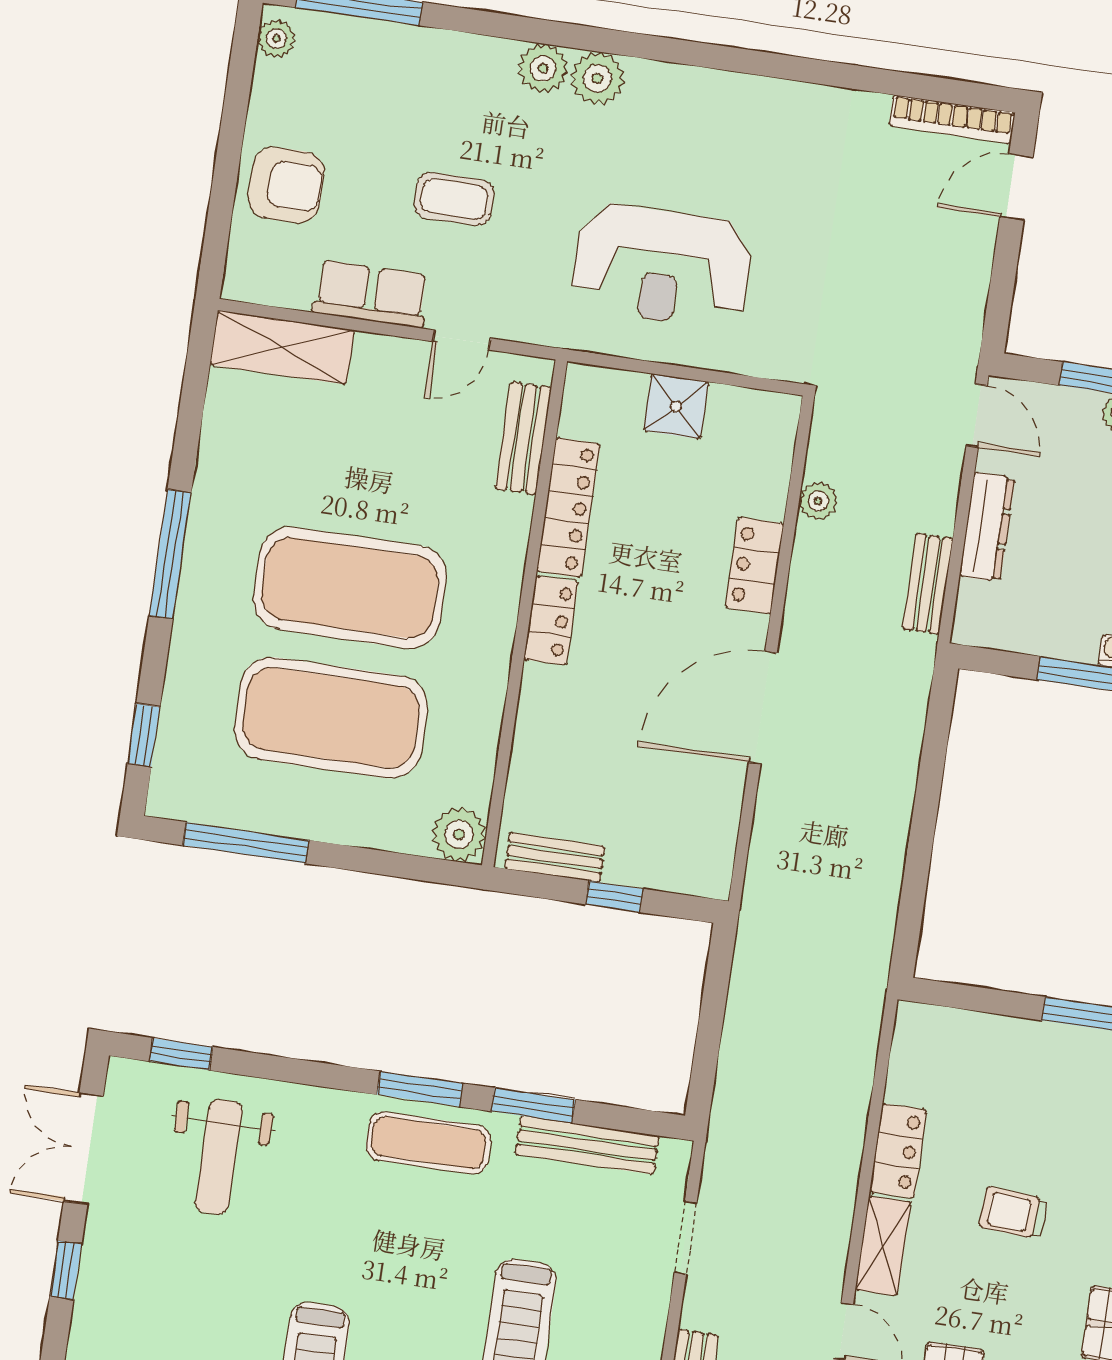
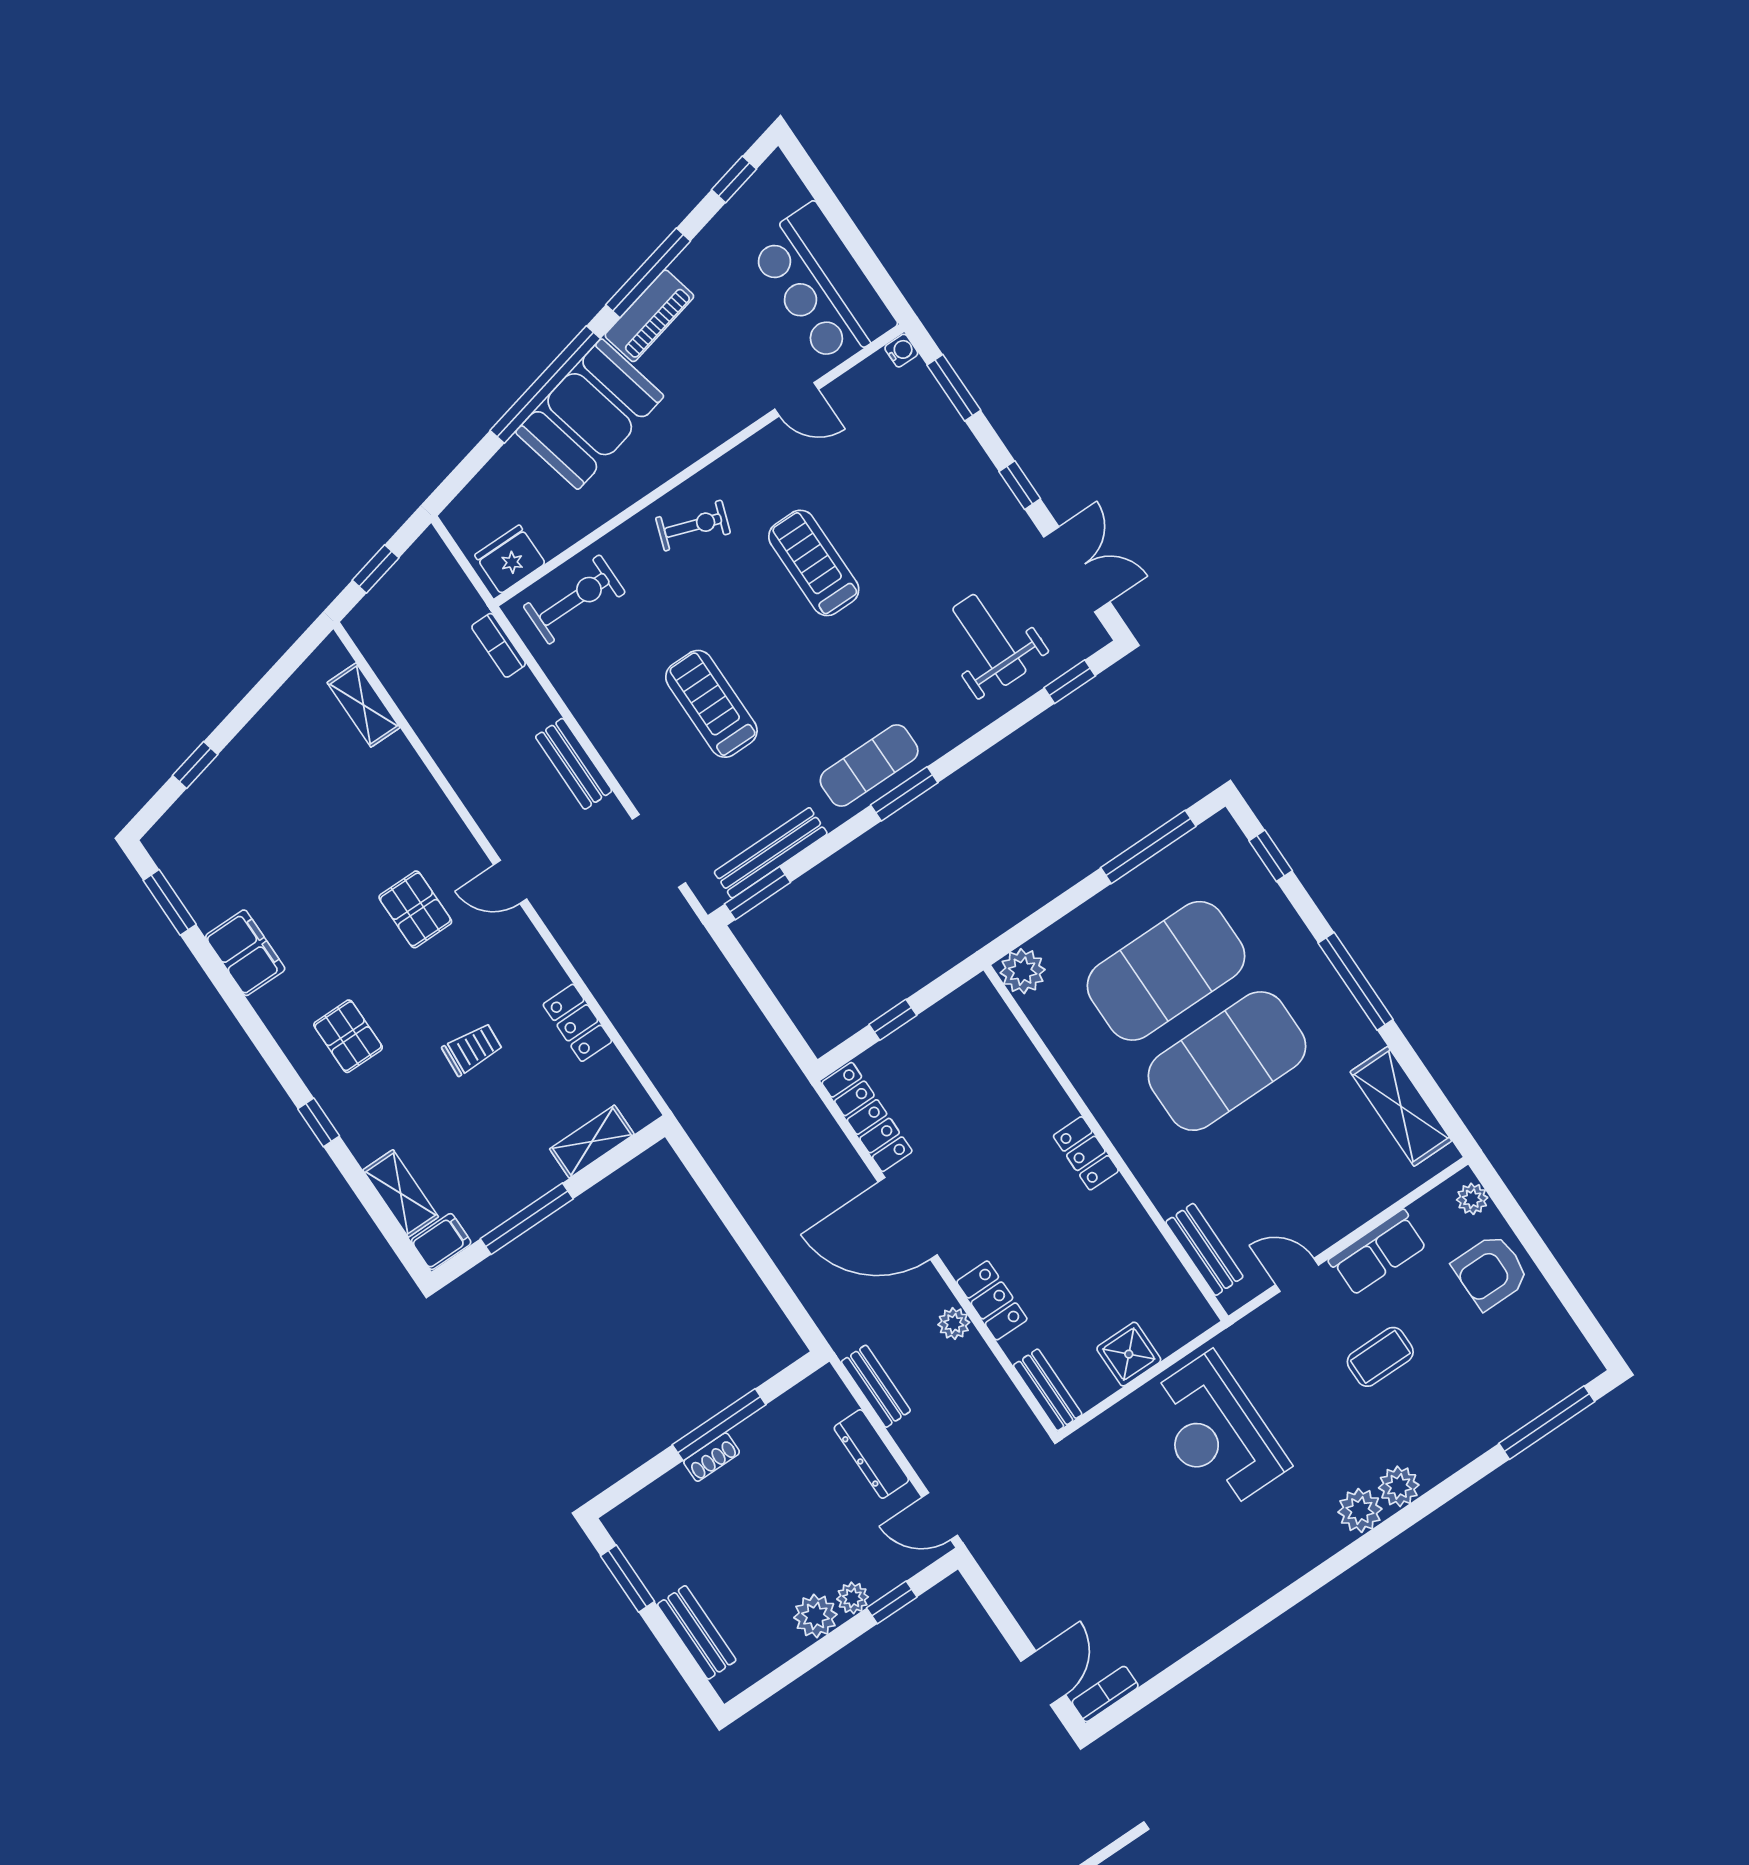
plant: (276, 39) -> (1472, 1199), moved
bookcase: (952, 119) -> (1105, 1694), width x0.64
reception desk: (662, 266) -> (1216, 1432), turned -90
door: (462, 340) -> (1297, 1275), hinge flipped
shelving: (282, 347) -> (1401, 1106), moved, turned 90
plant: (818, 501) -> (954, 1323), moved
locker: (568, 508) -> (867, 1117), moved, turned 180
door: (763, 707) -> (908, 1218), swing flipped
bench: (555, 857) -> (1048, 1390), moved, turned 90
window: (533, 1105) -> (758, 893), moved
doorway: (686, 1238) -> (659, 851), width x1.38
shelving: (883, 1246) -> (592, 1142), moved, turned 90

